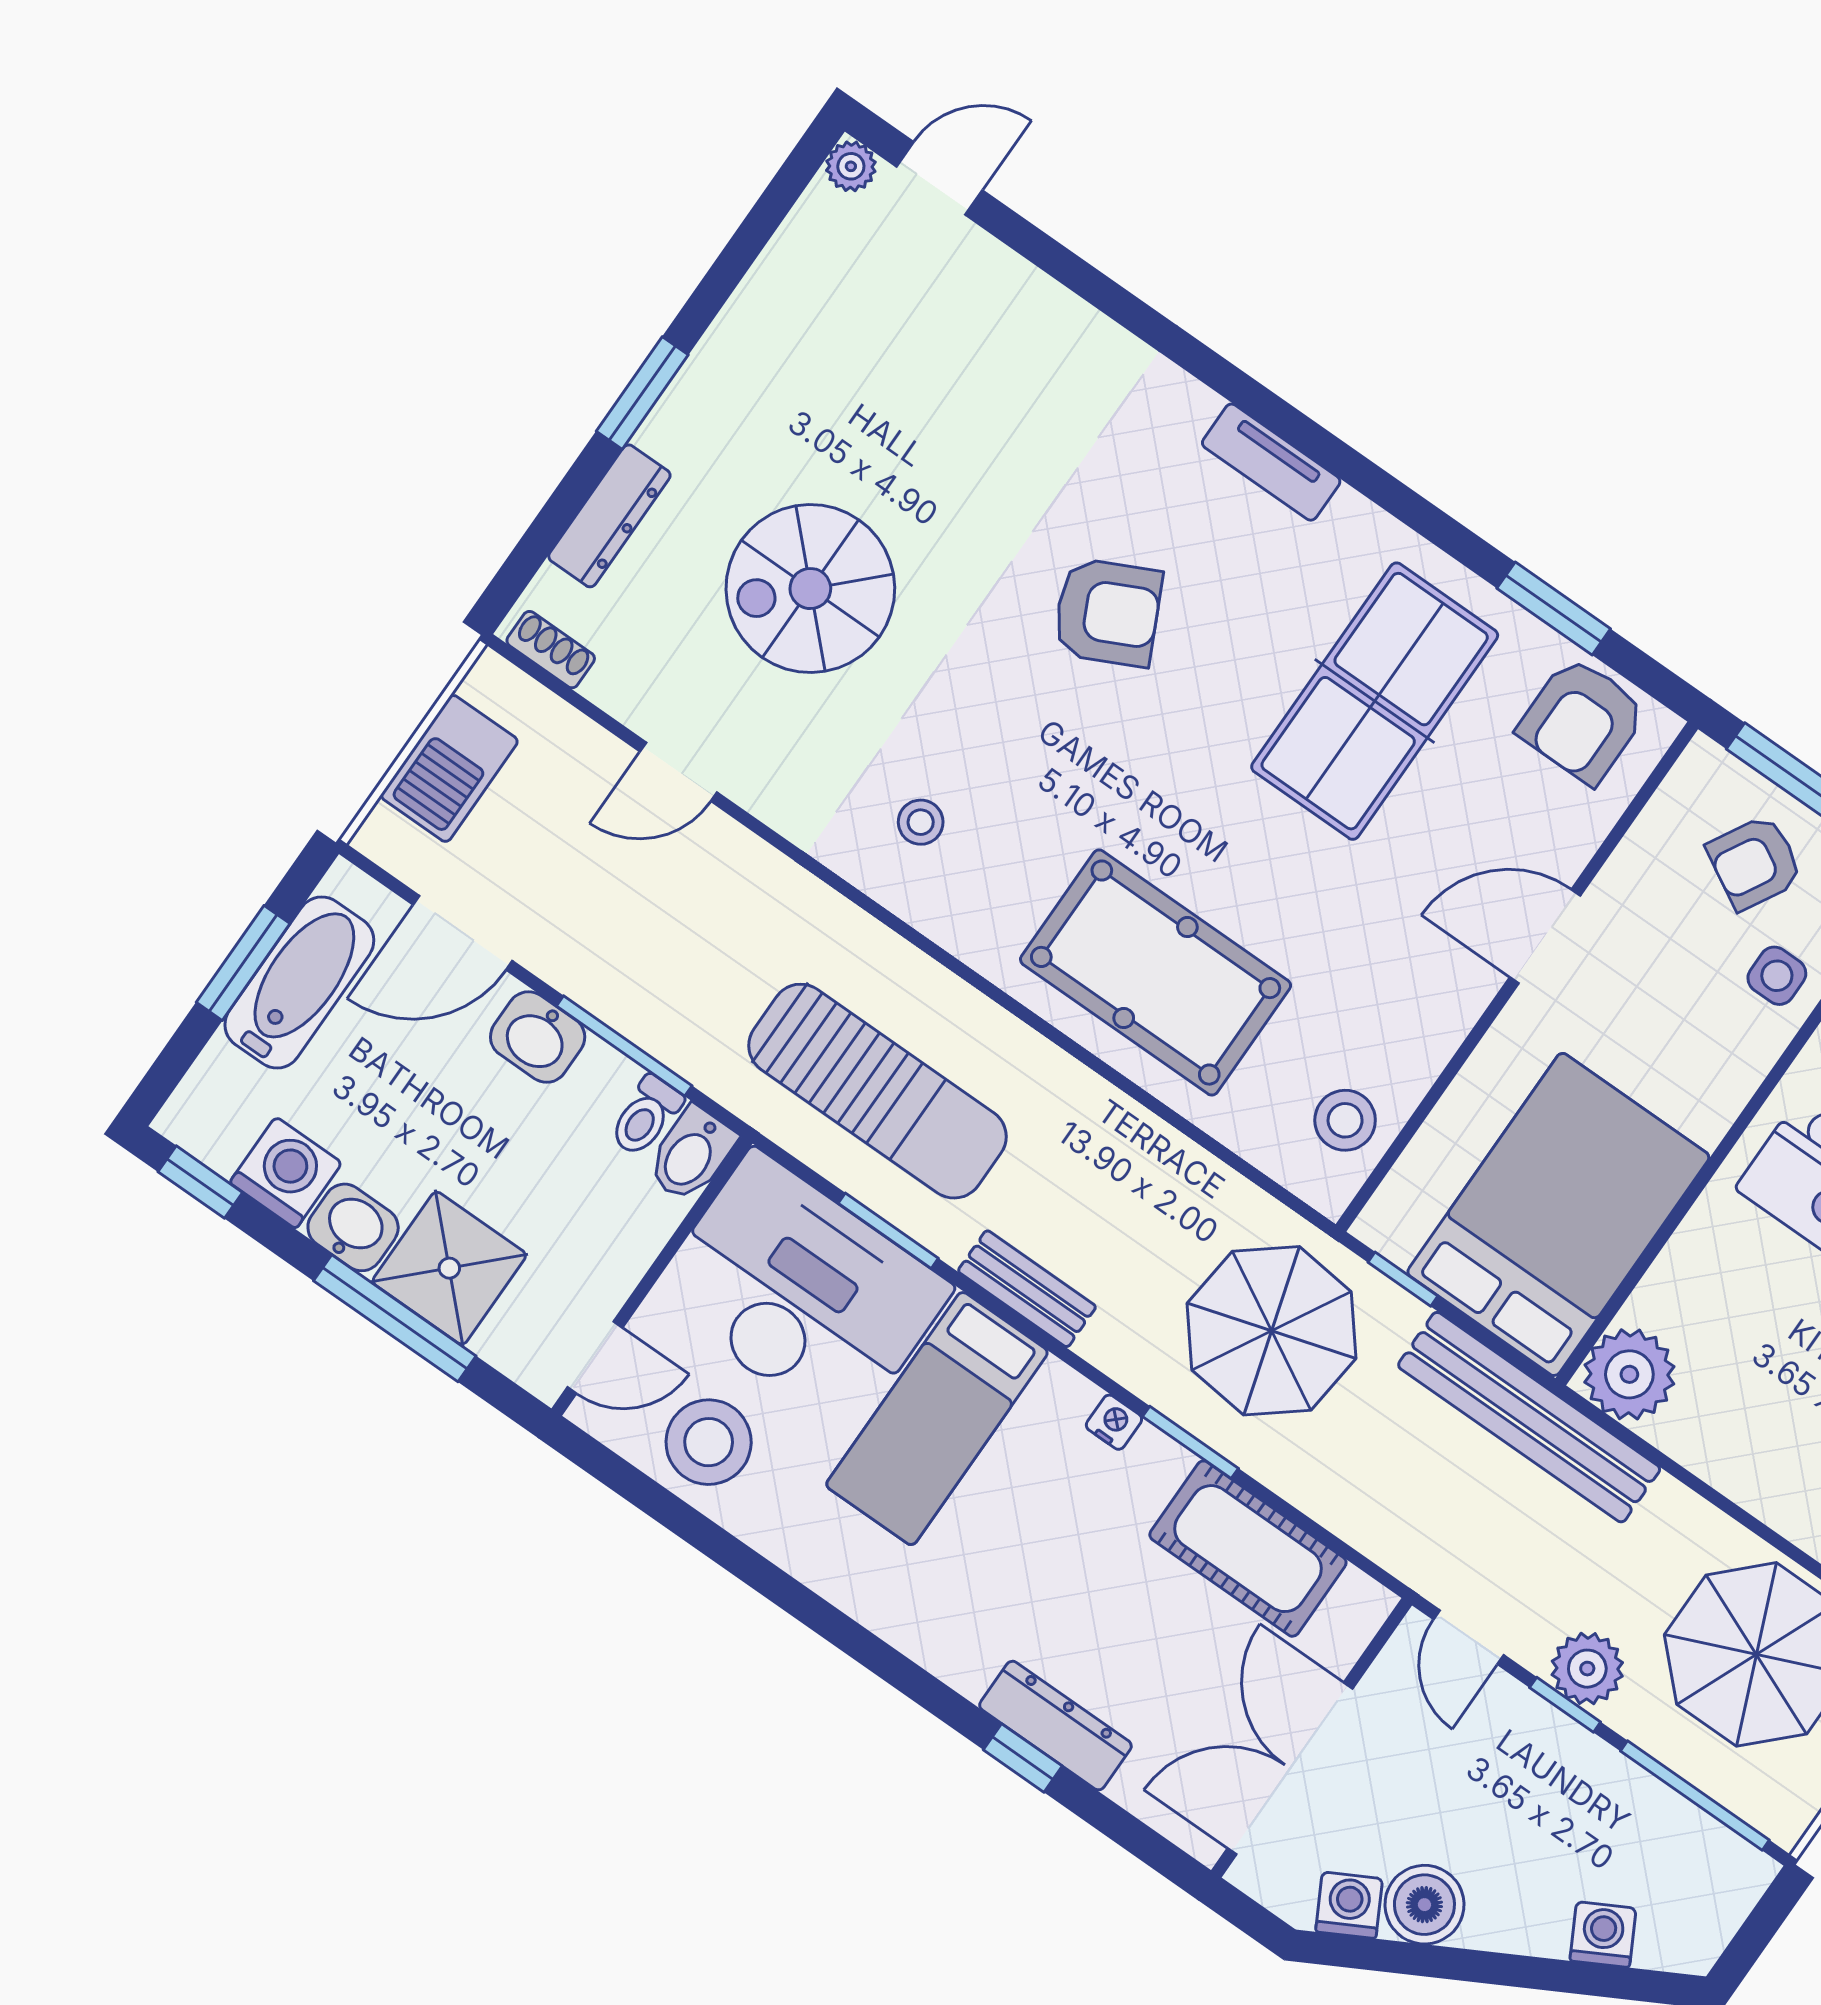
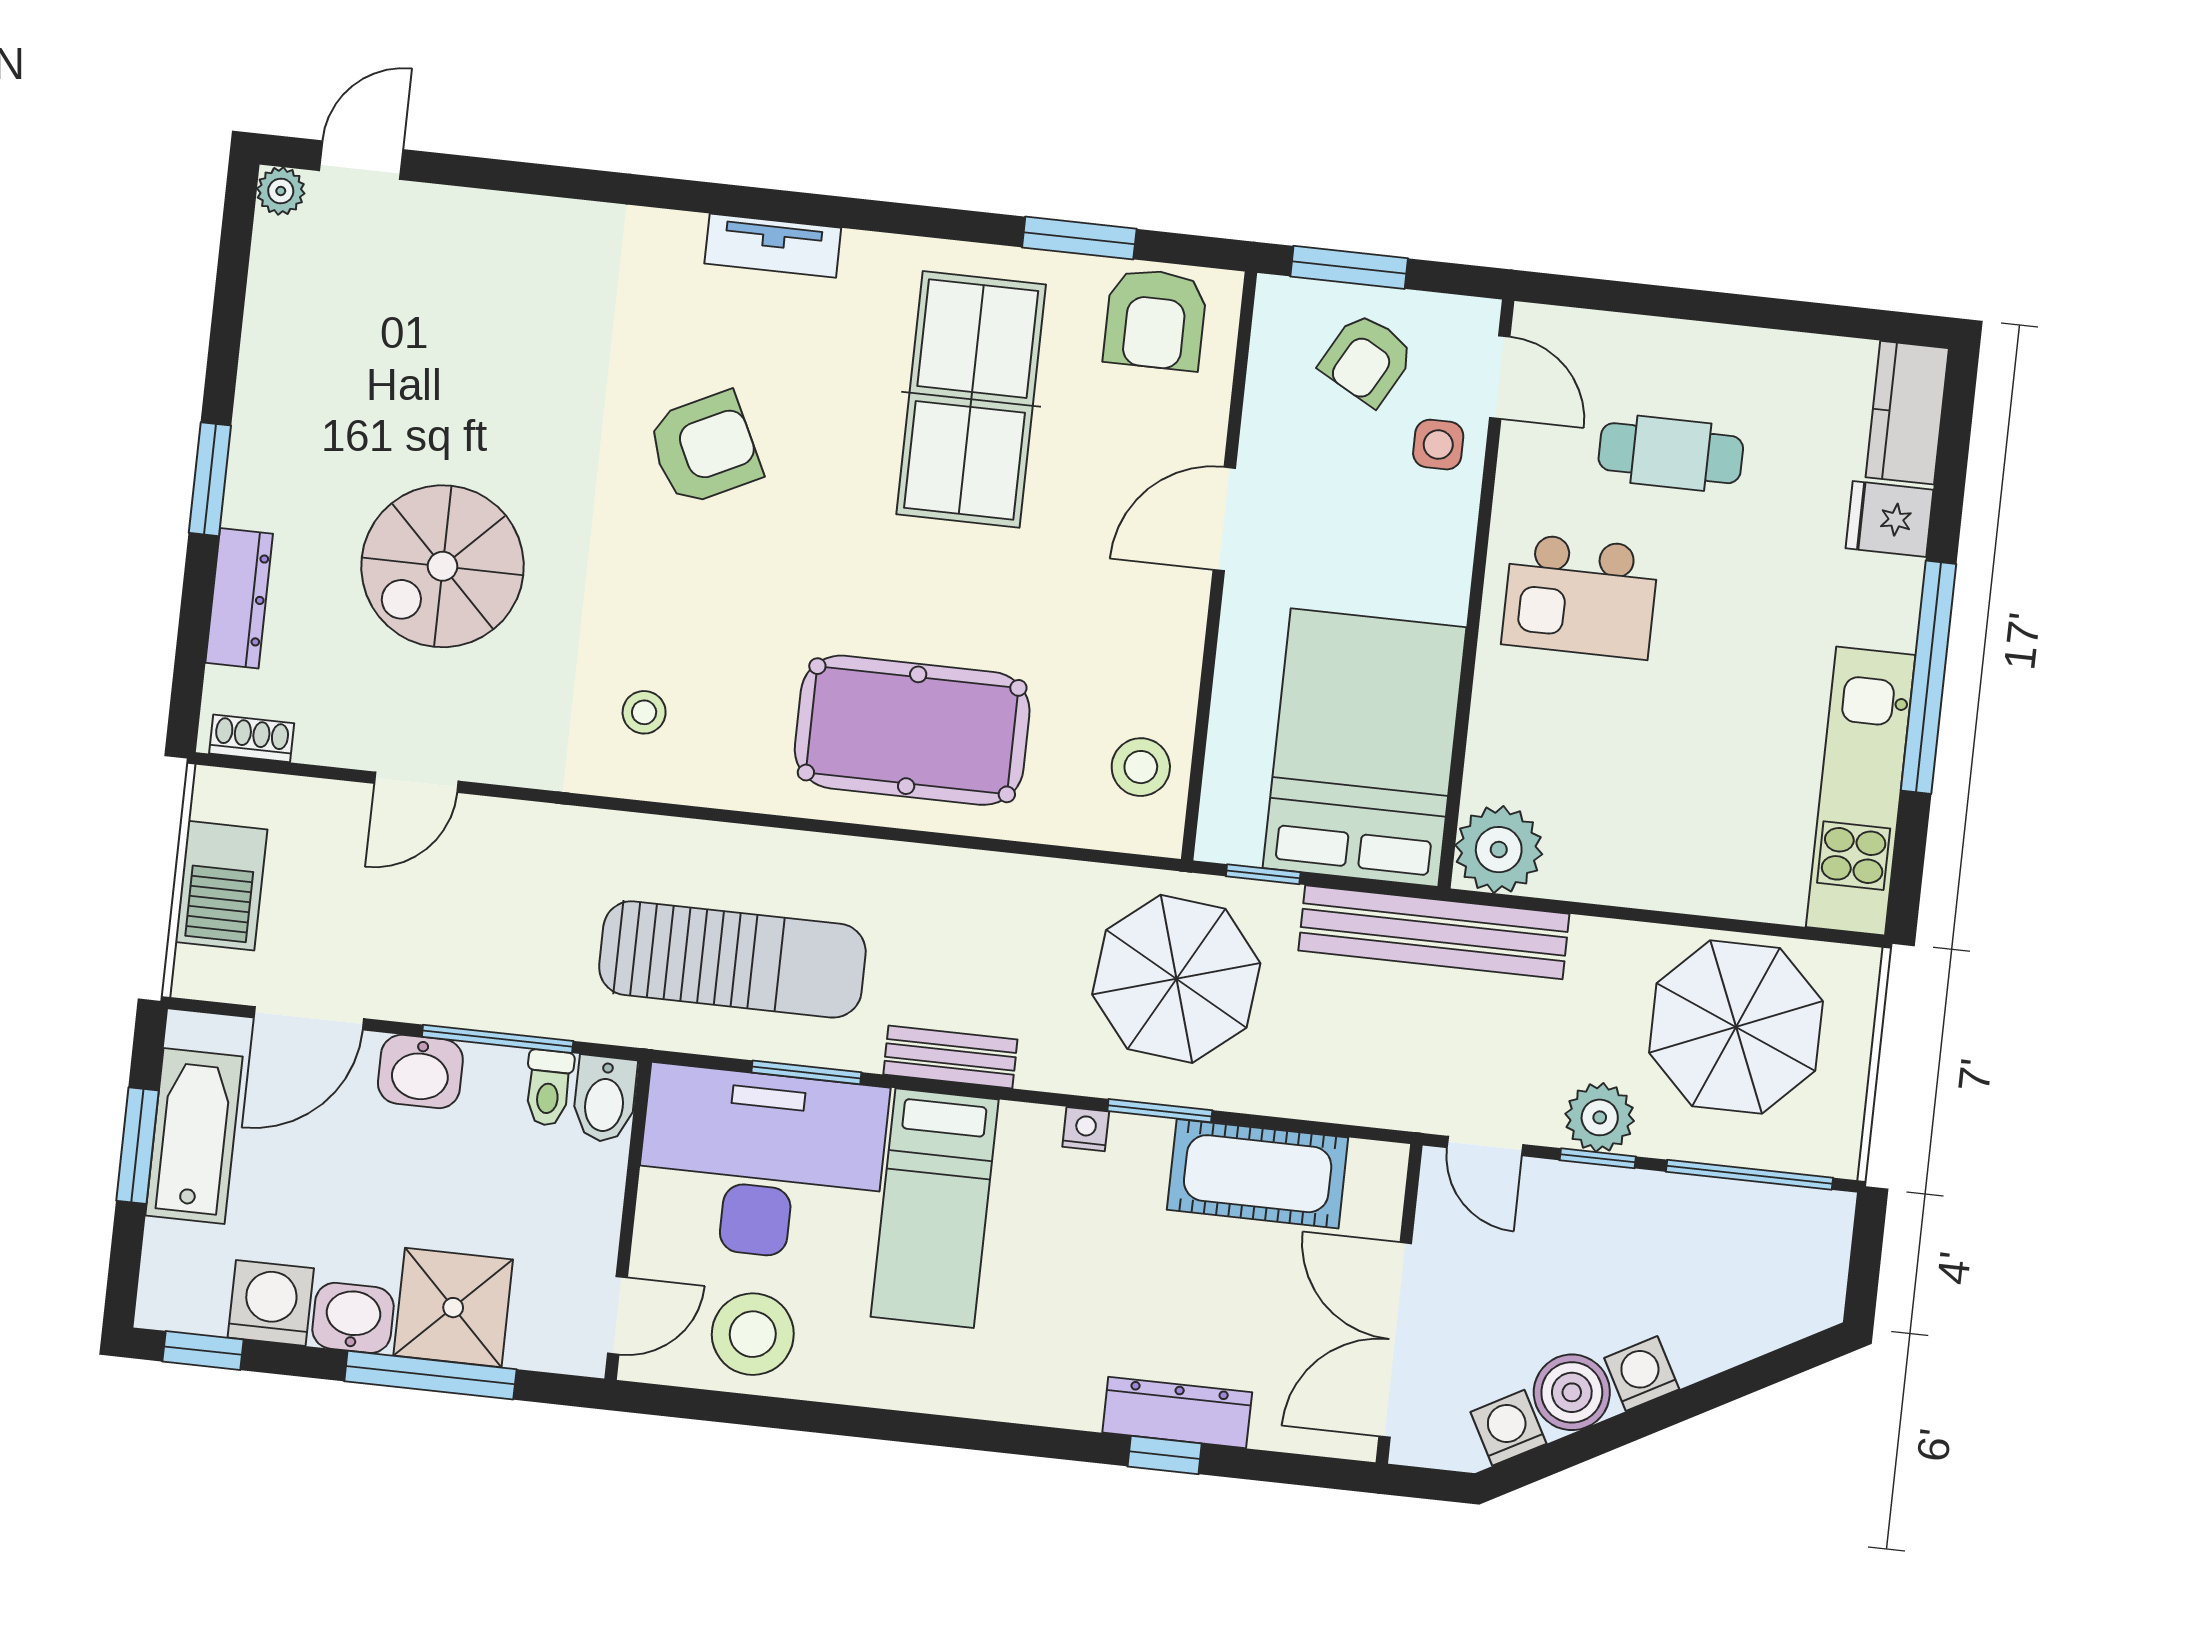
washing machine: (1603, 1935) -> (1642, 1374), moved

